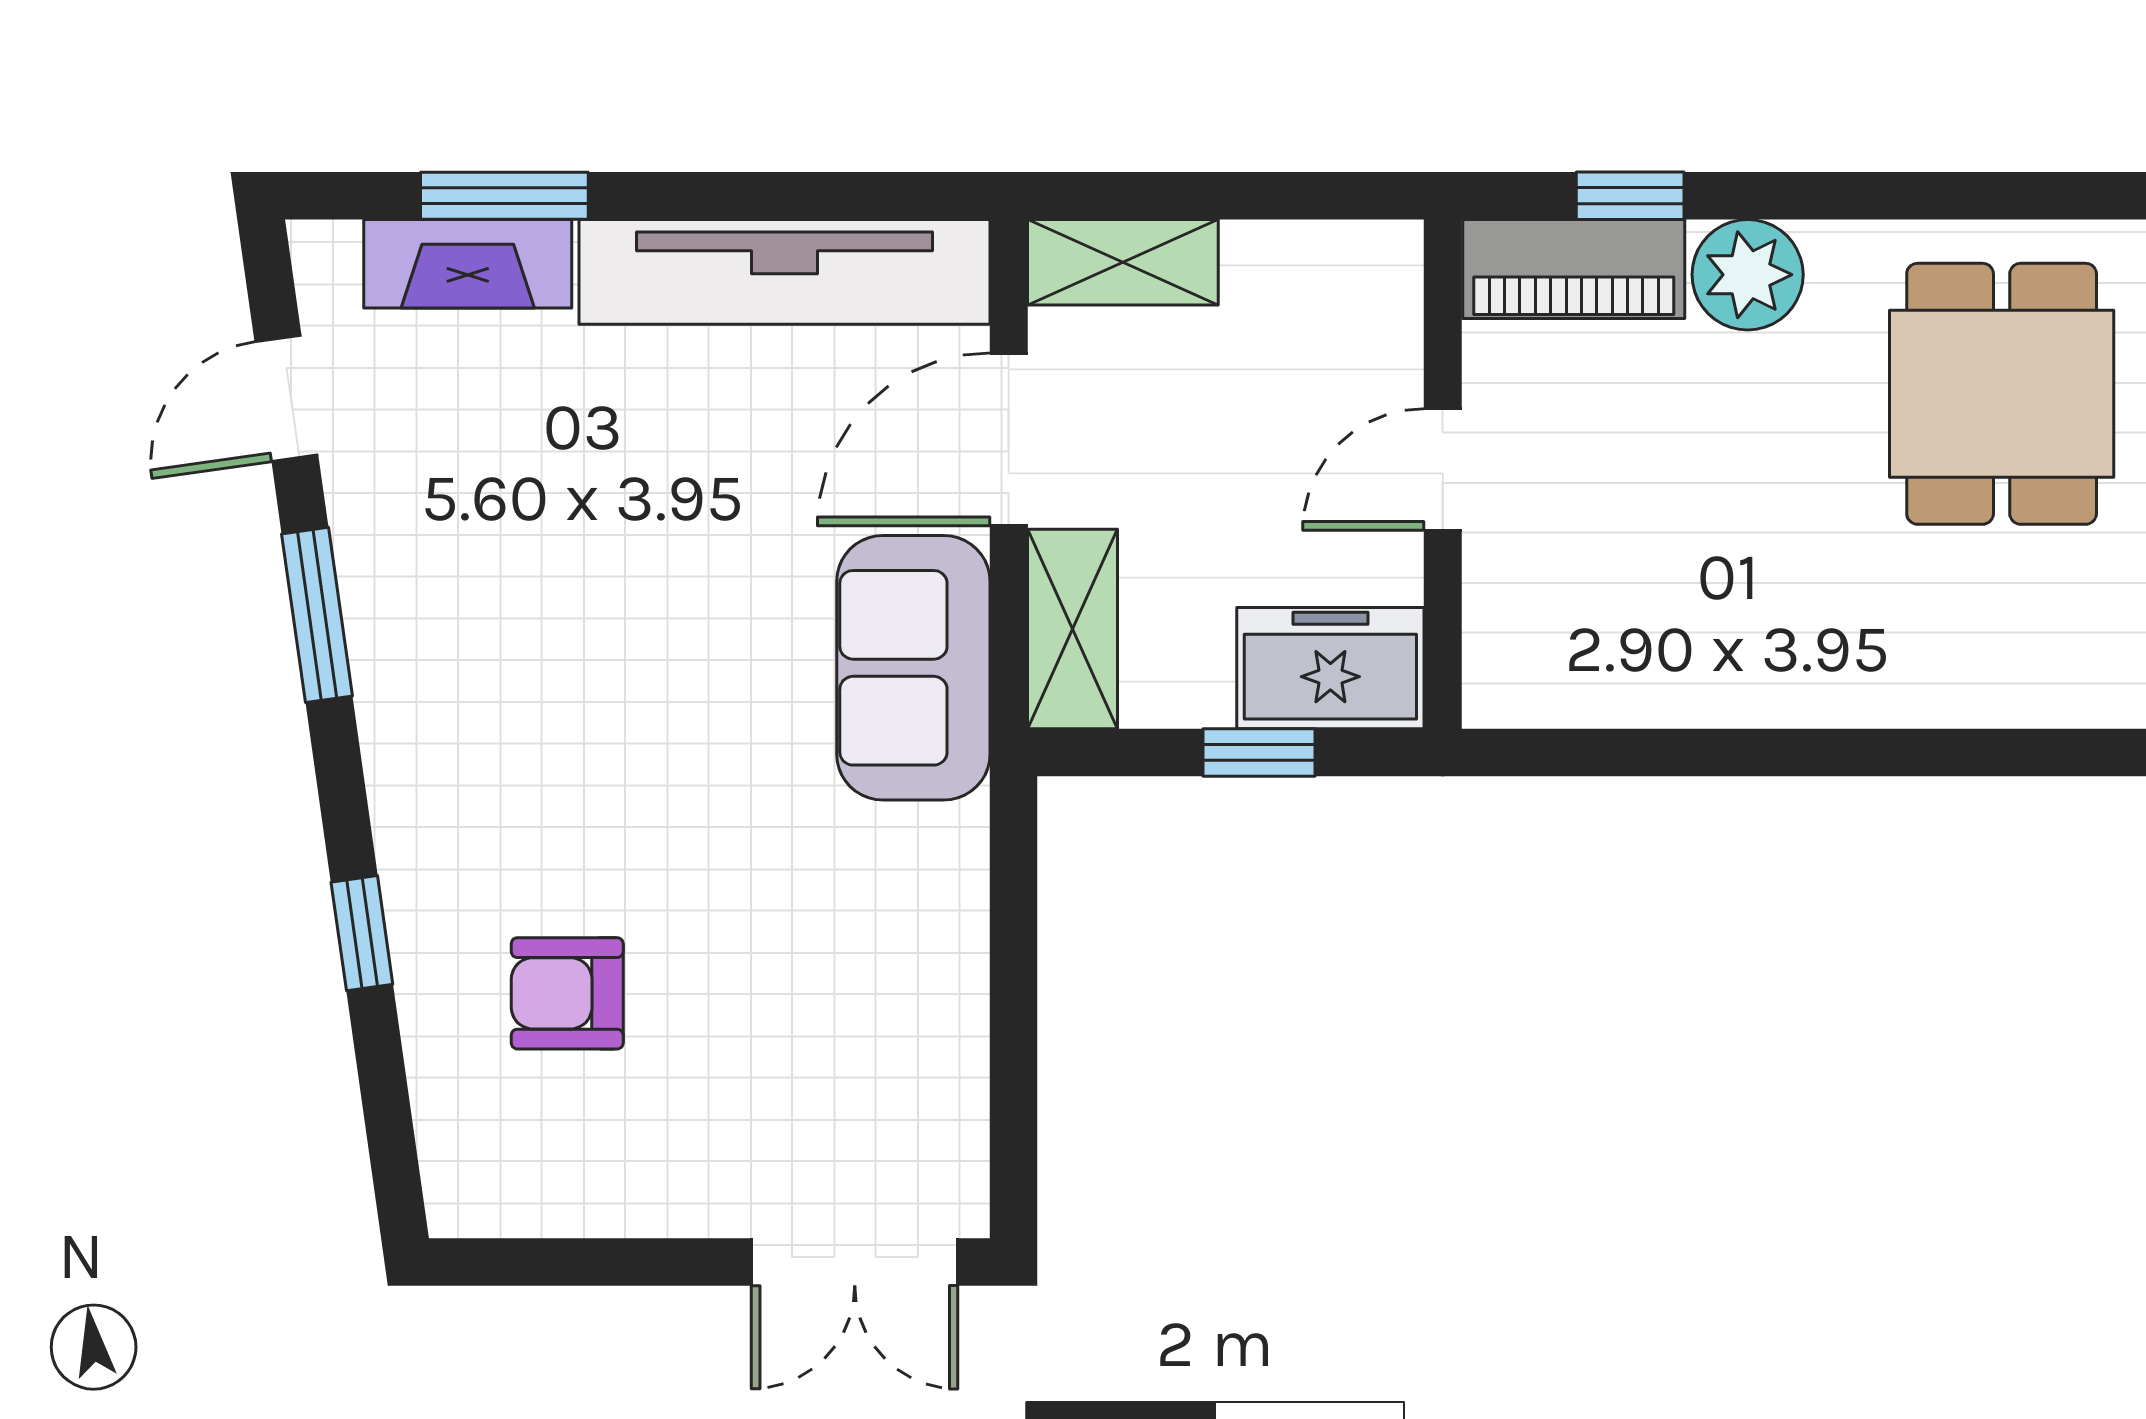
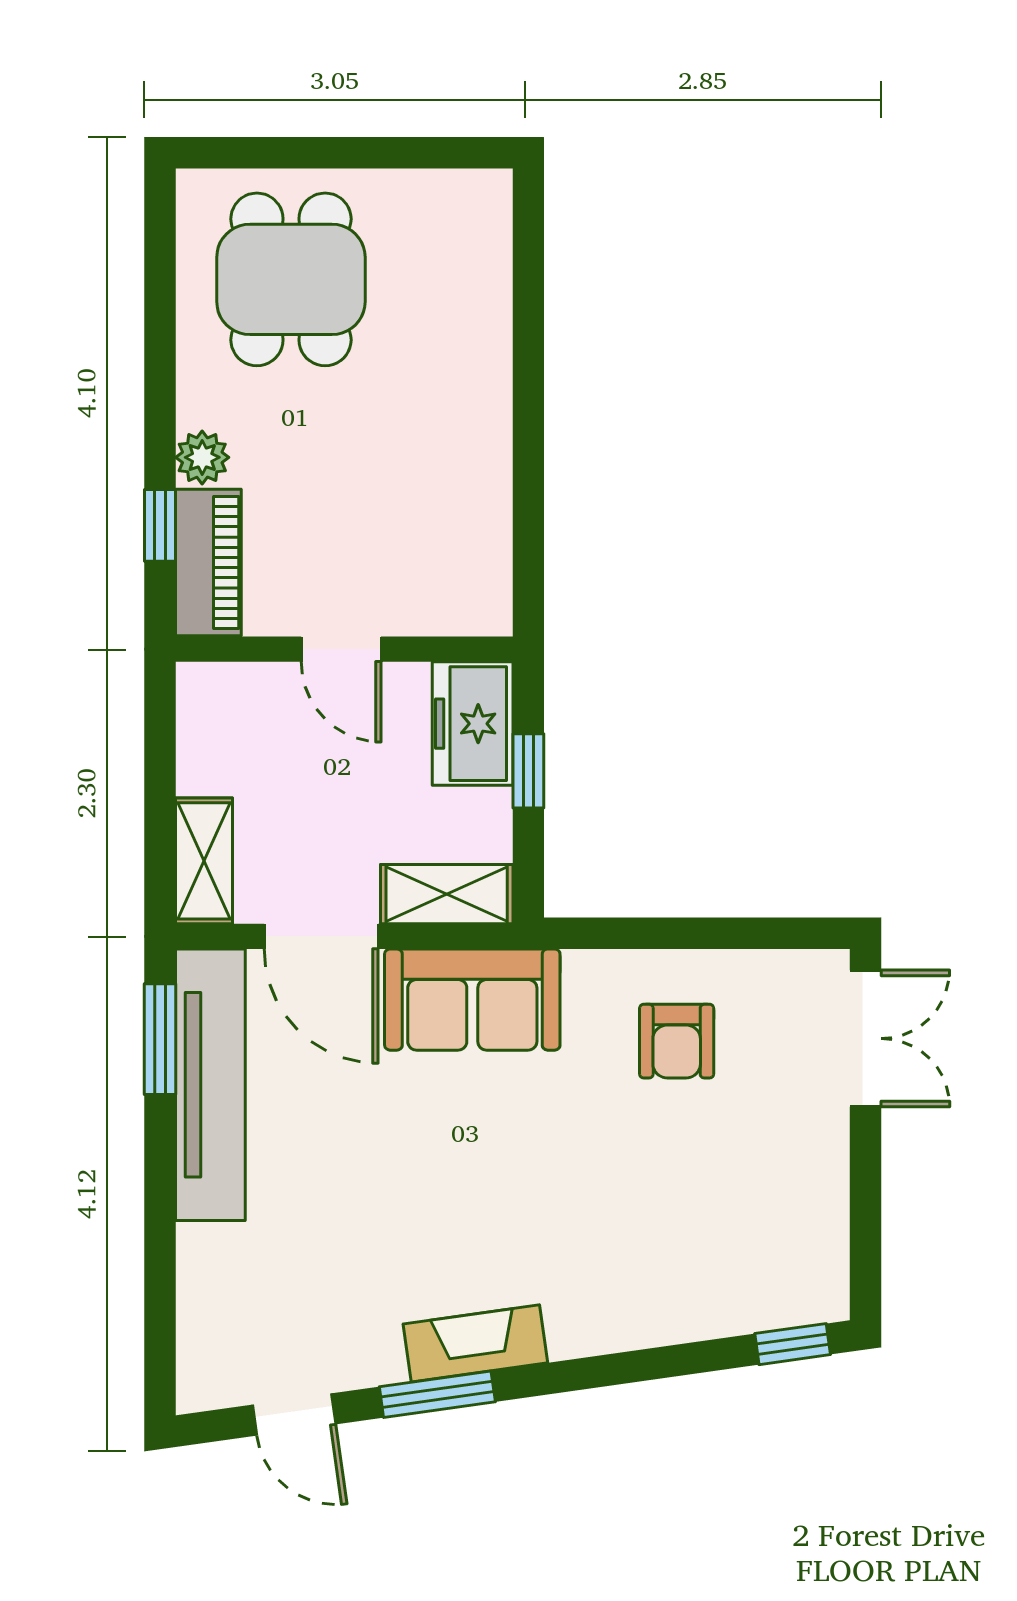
window: (504, 196) -> (160, 1039), moved
fireplace: (468, 264) -> (475, 1343), moved, turned -98
plant: (1748, 275) -> (202, 457), width x0.73, depth x0.73
dining table: (2002, 394) -> (291, 279), turned 90
window: (362, 933) -> (793, 1344), moved
armchair: (567, 993) -> (677, 1041), moved

